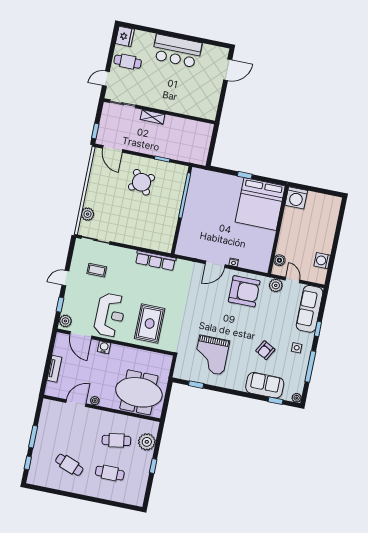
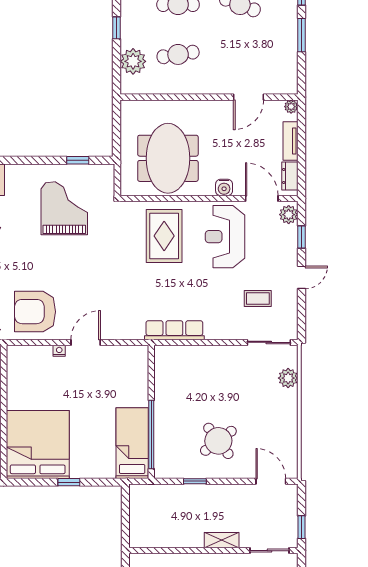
window: (95, 131) -> (301, 527), moved
bed: (198, 192) -> (132, 443), added
dresser: (59, 346) -> (290, 176), added
meeting table: (139, 392) -> (168, 158), moved, turned 90
plant: (95, 401) -> (291, 107), moved

